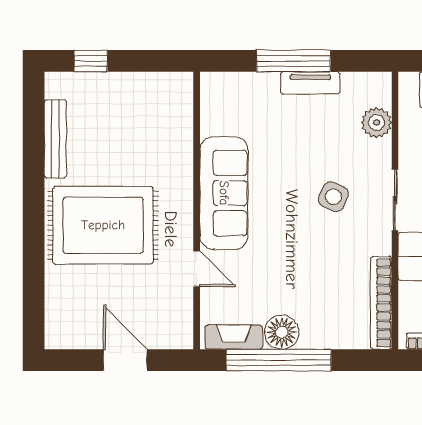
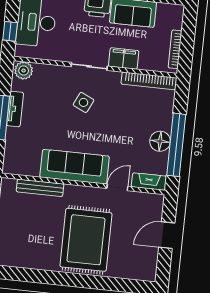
plant: (377, 123) -> (24, 70), moved
bench: (55, 139) -> (40, 188), moved
fireplace: (234, 337) -> (149, 182), moved, turned 90

